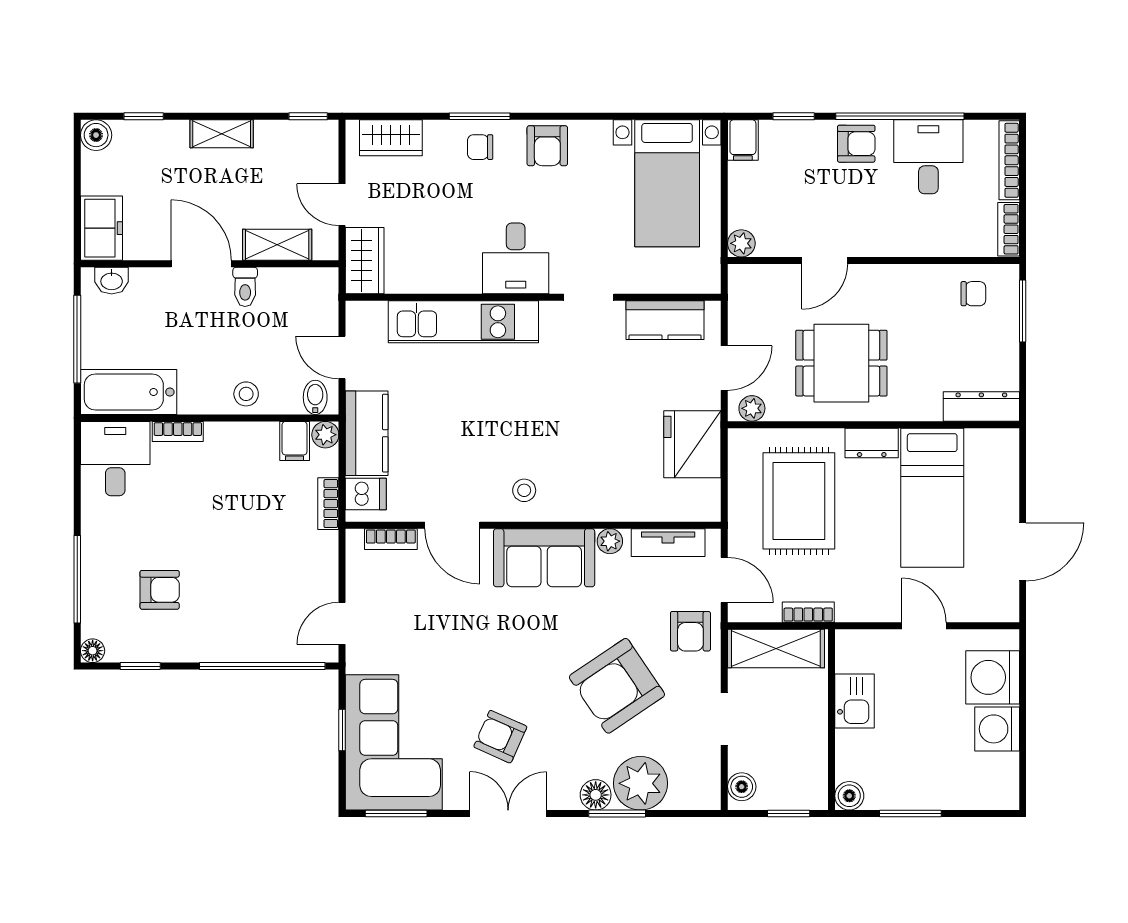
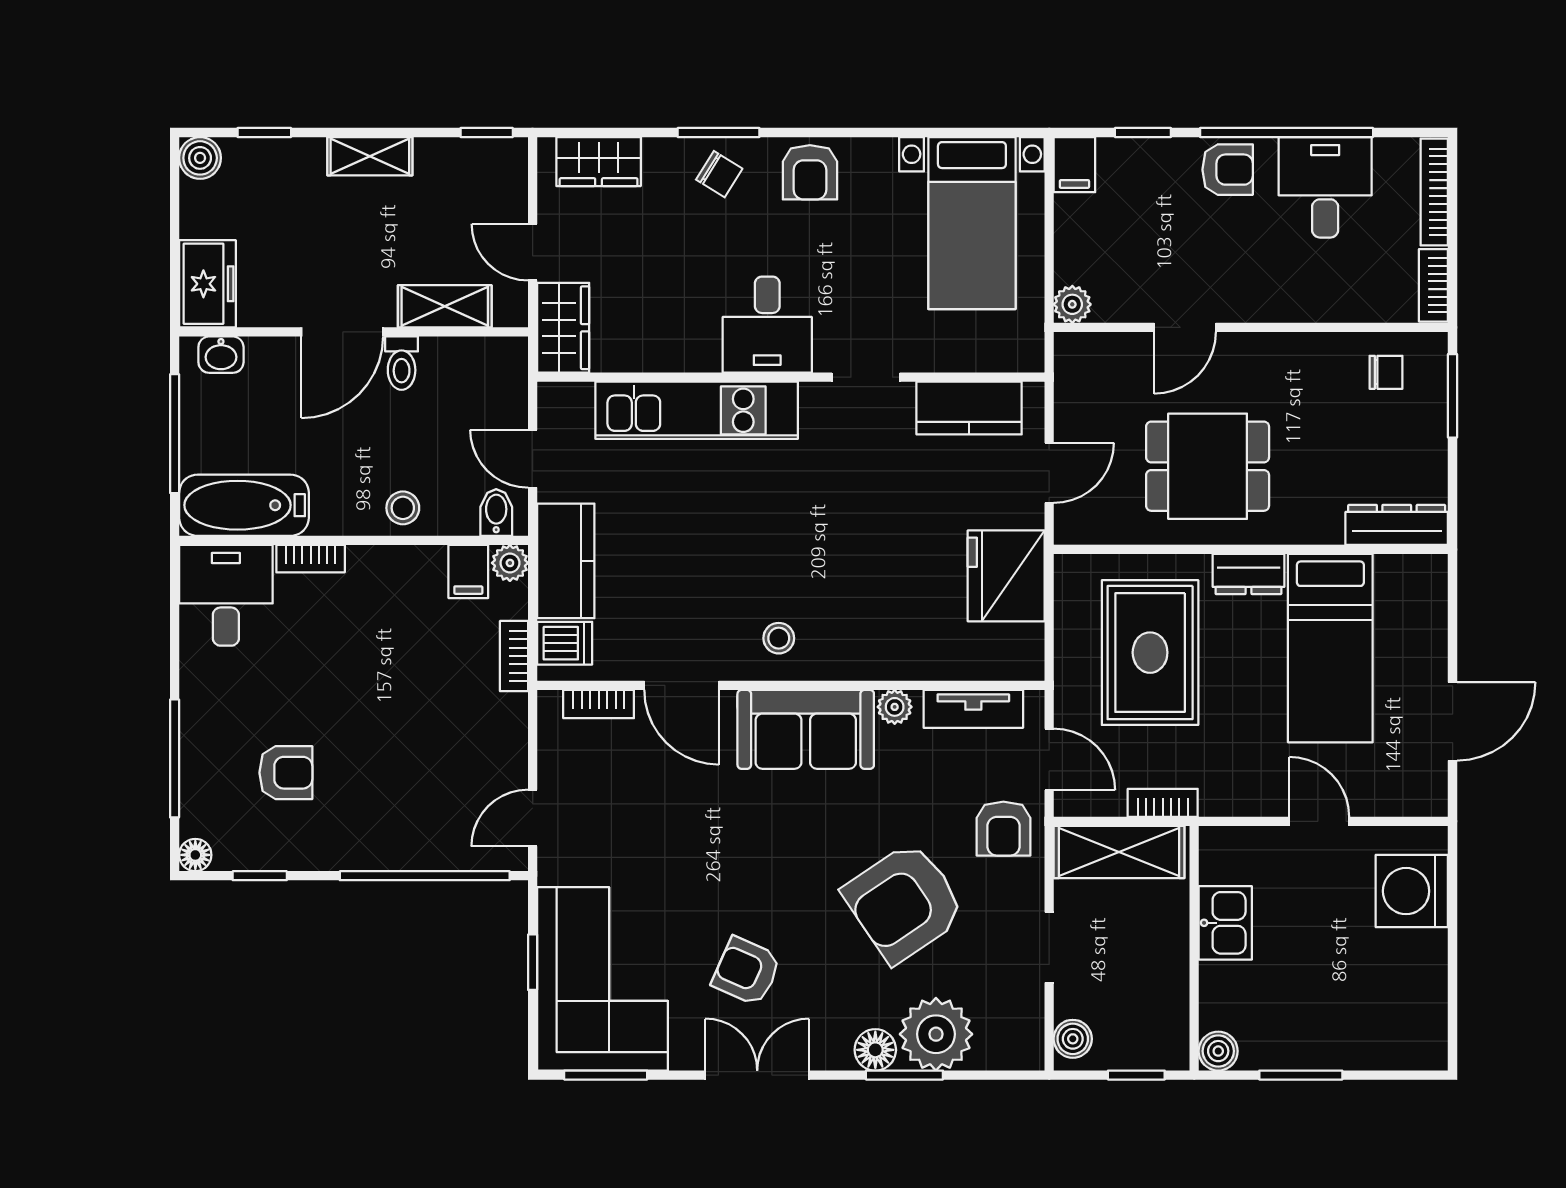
chair: (480, 147) -> (719, 174), turned -148
door: (201, 264) -> (342, 332), swing flipped
plant: (752, 408) -> (1087, 527), removed
washing machine: (997, 729) -> (1418, 961), removed

